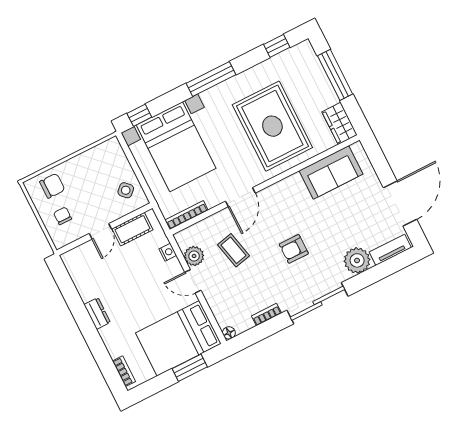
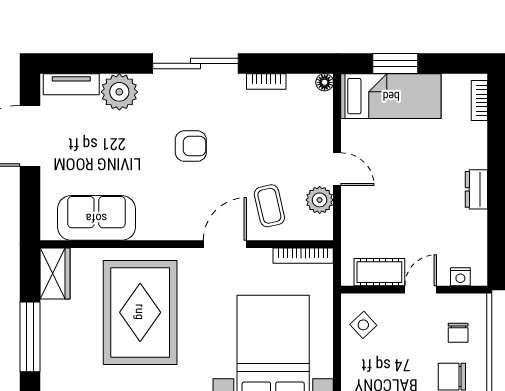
coffee table: (233, 250) -> (269, 206), moved
nightstand: (168, 252) -> (460, 277), moved, turned -90
bed: (178, 338) -> (391, 96), width x0.67

